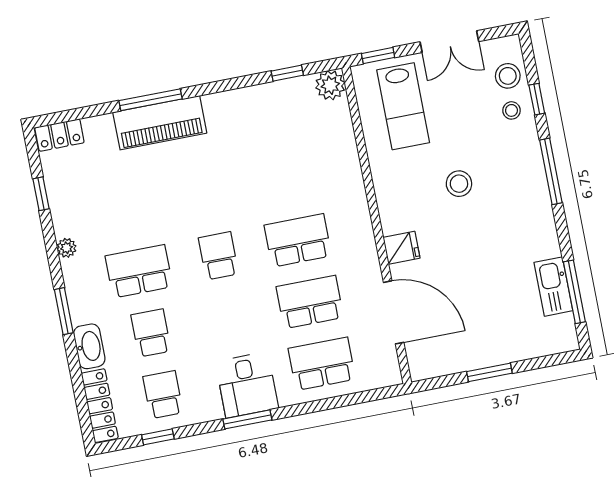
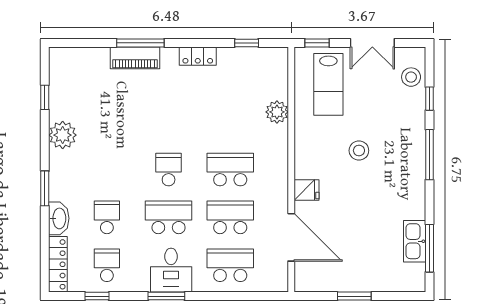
plant: (330, 85) -> (277, 112), moved
stool: (511, 110) -> (409, 103), removed
piano: (160, 123) -> (135, 58), width x0.73, depth x0.75
locker: (59, 135) -> (198, 56), moved
plant: (67, 248) -> (63, 135), width x1.88, depth x1.88
school desk: (139, 271) -> (169, 217), moved

